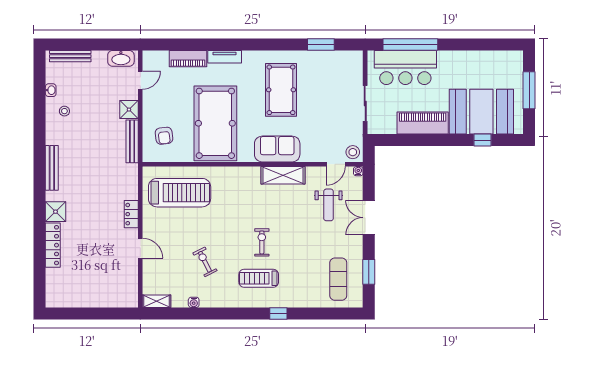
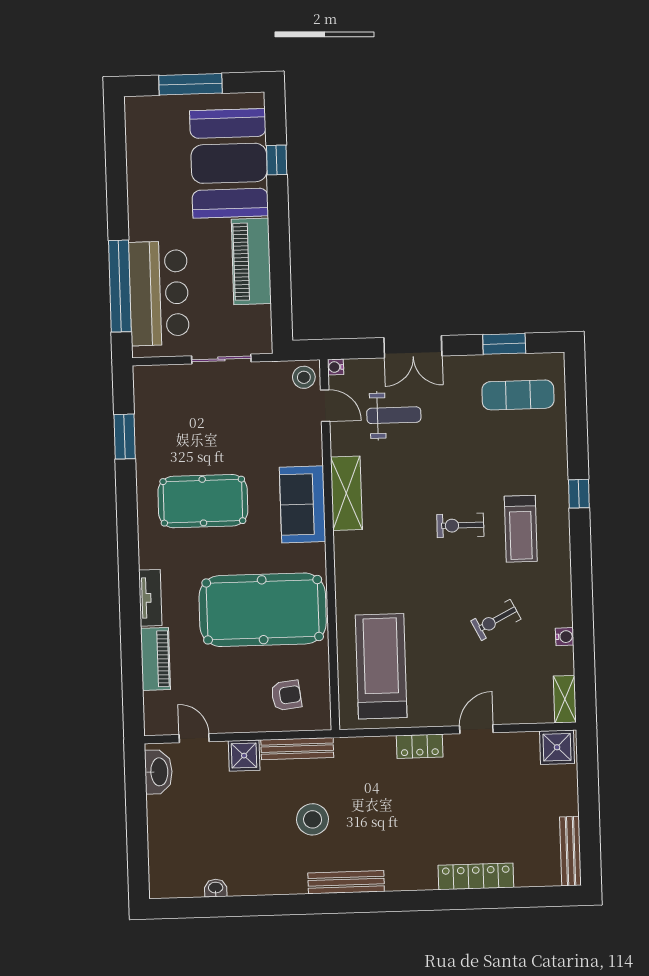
bench: (70, 56) -> (571, 851), moved
stool: (64, 111) -> (313, 819), moved, width x1.89, depth x1.89
shower: (55, 212) -> (557, 747), moved

